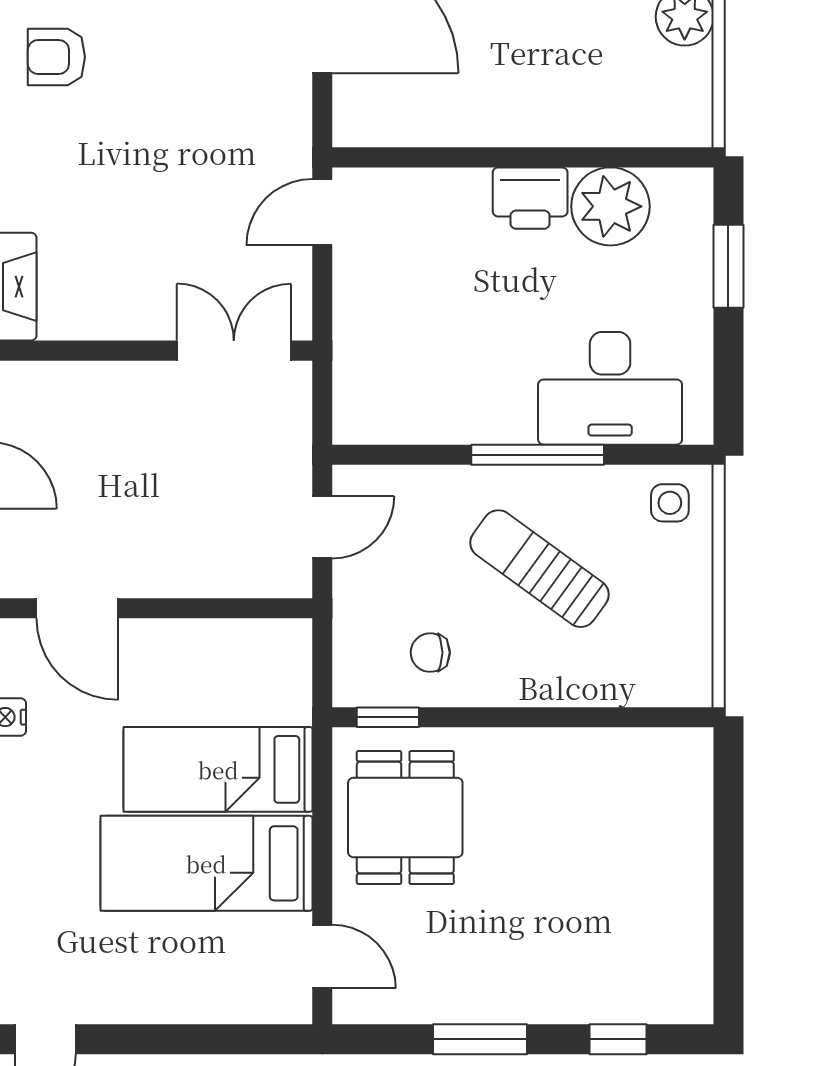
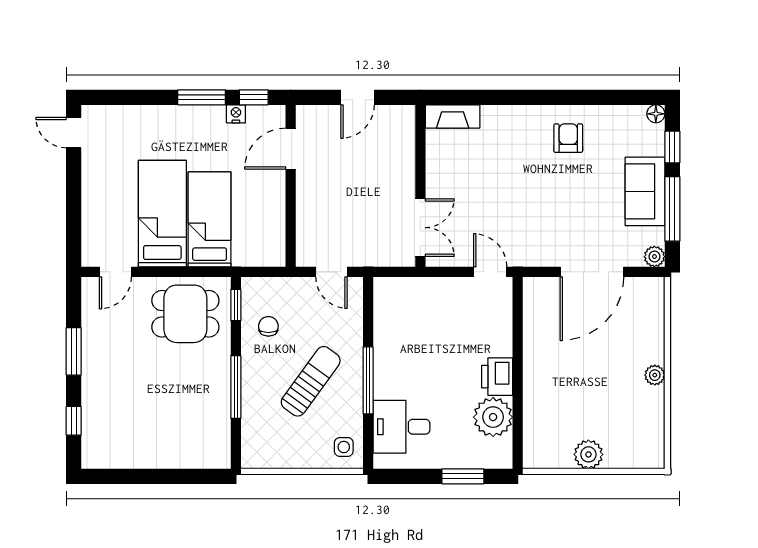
desk: (610, 388) -> (401, 427), width x0.73
window: (551, 717) -> (236, 387), added

